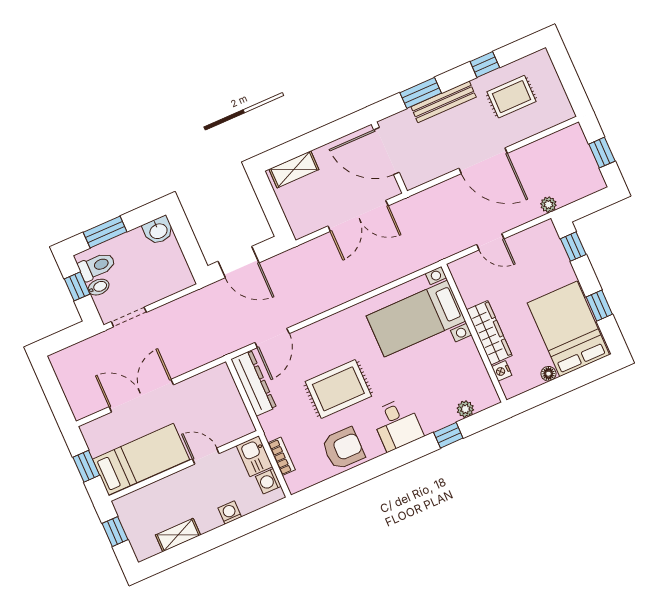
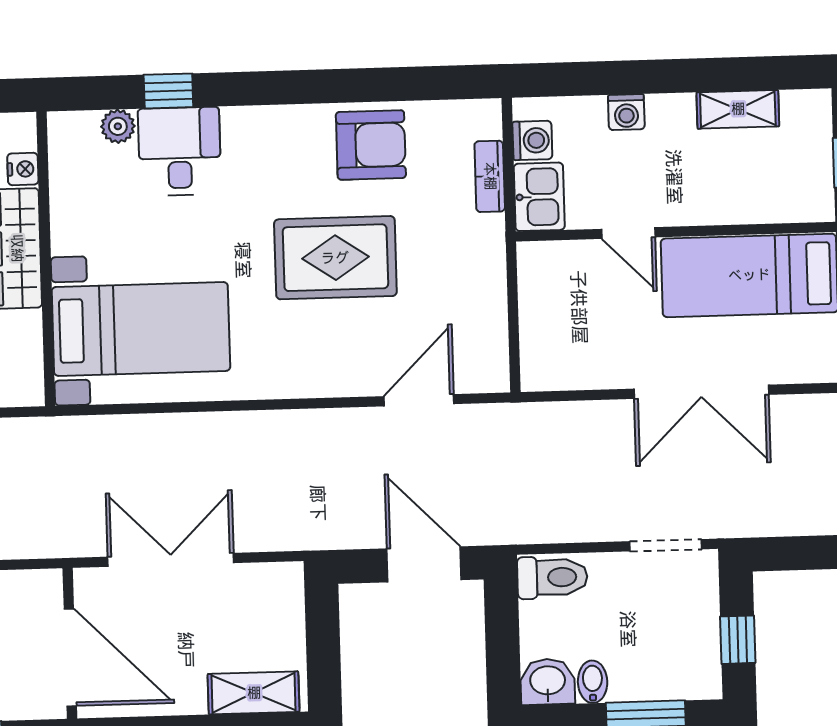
toilet: (97, 266) -> (552, 577), moved, turned 180
bidet: (99, 287) -> (593, 682), moved, turned 90
dresser: (254, 383) -> (486, 331), removed
desk: (397, 424) -> (179, 151), moved
armchair: (343, 448) -> (371, 145), turned 180

